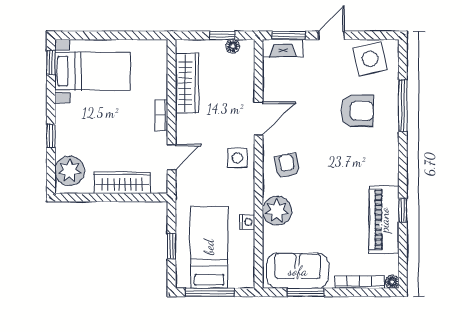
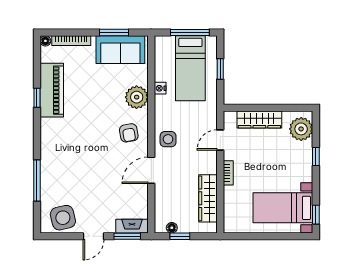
armchair: (357, 111) -> (73, 176), removed

